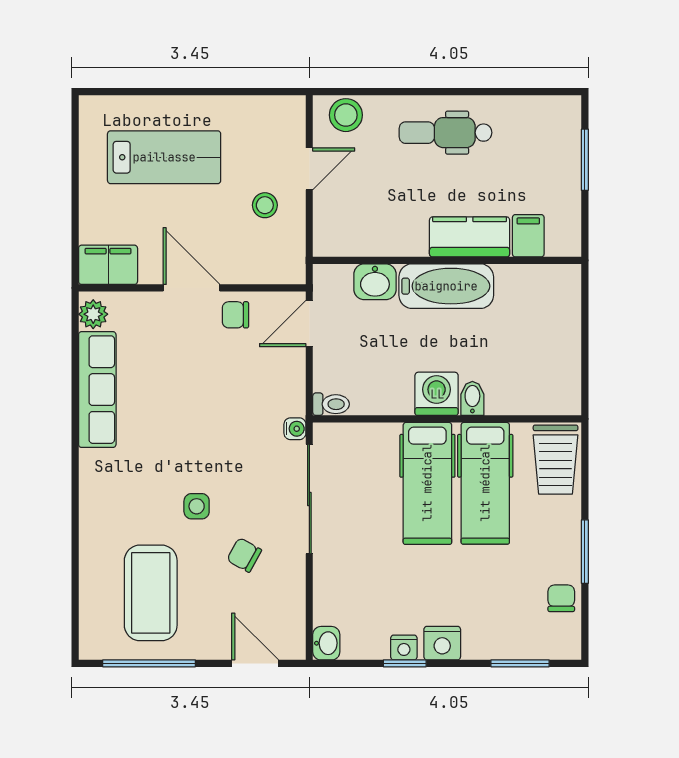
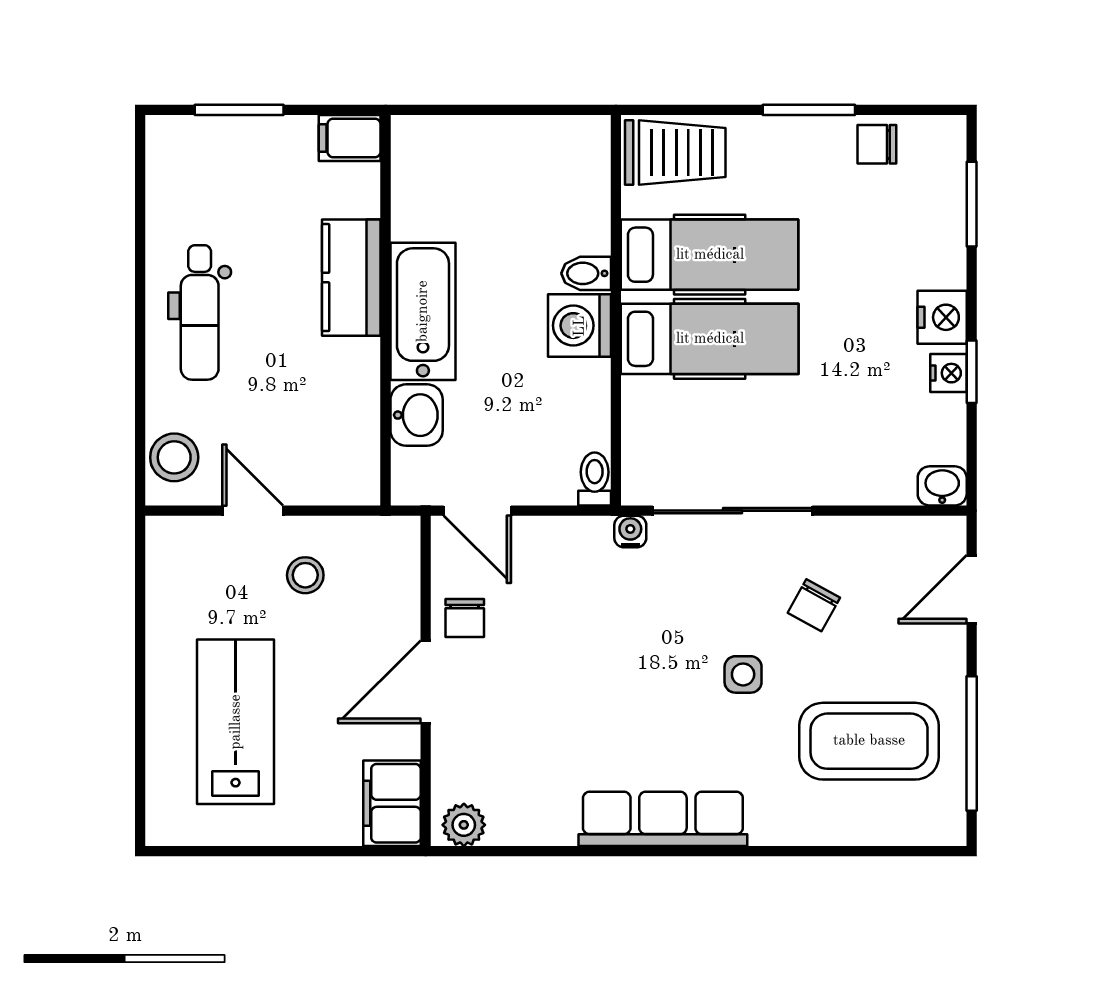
filing cabinet: (528, 236) -> (350, 138), moved
row of seats: (97, 390) -> (663, 819), moved

